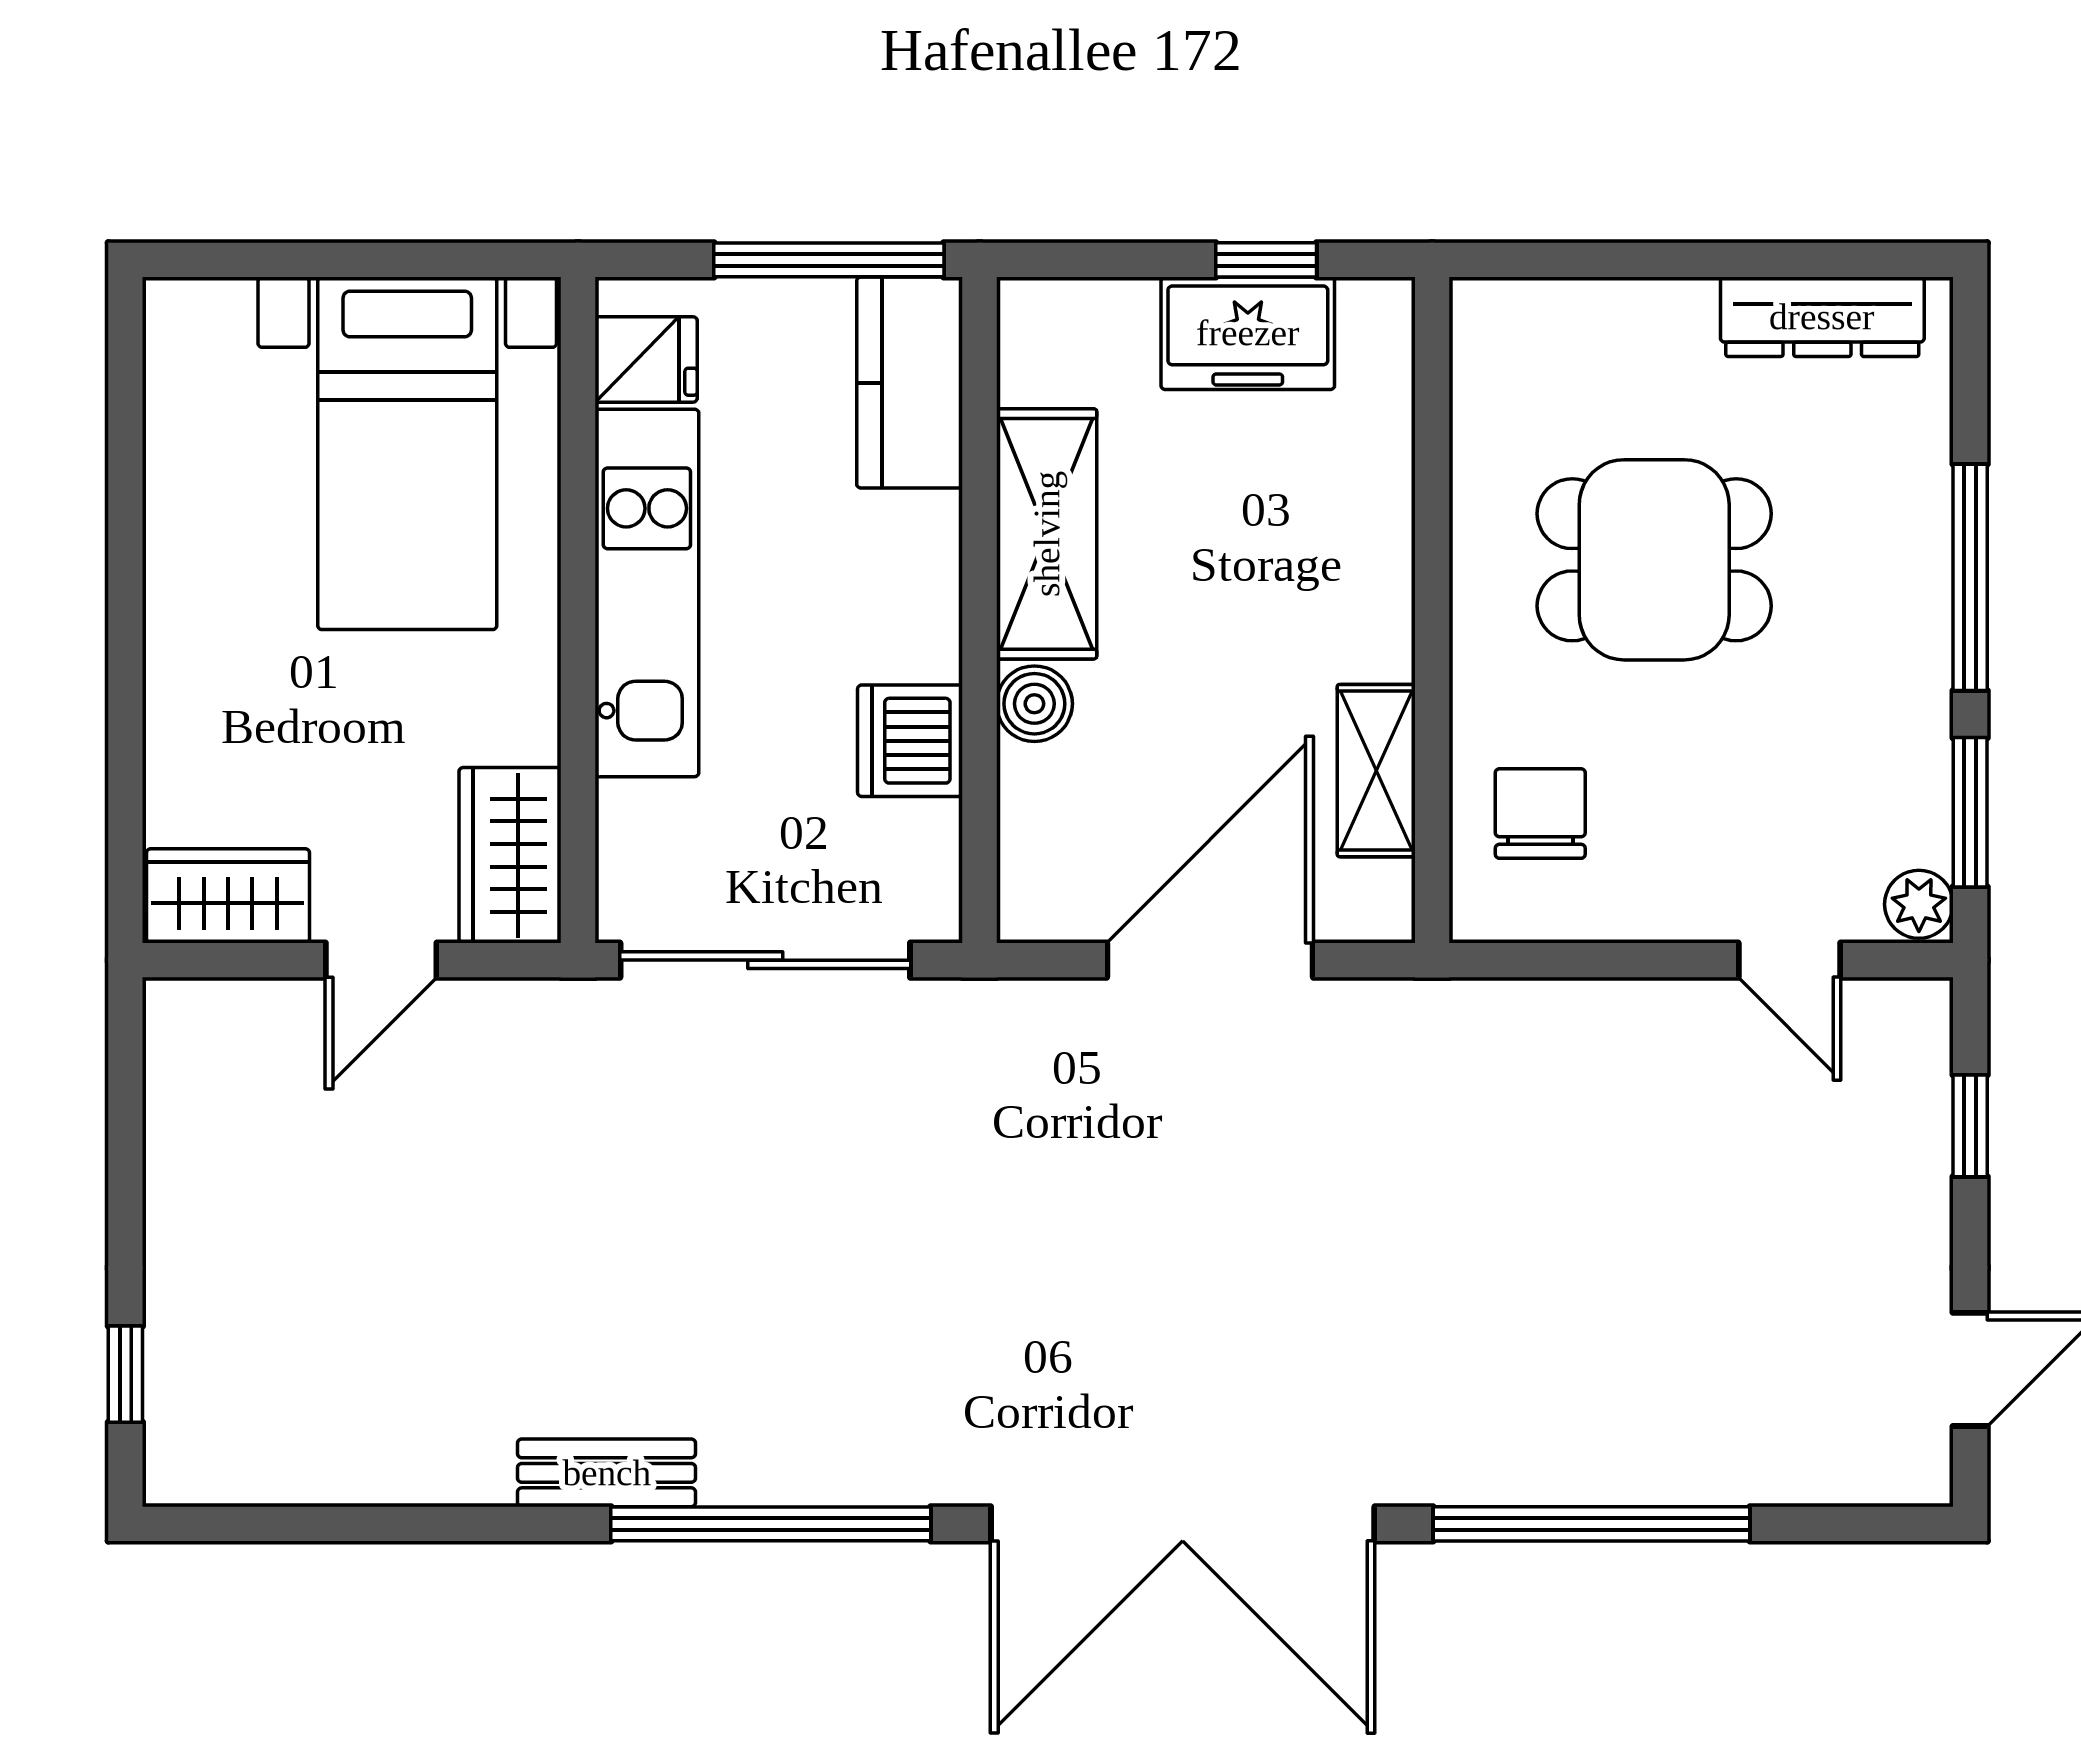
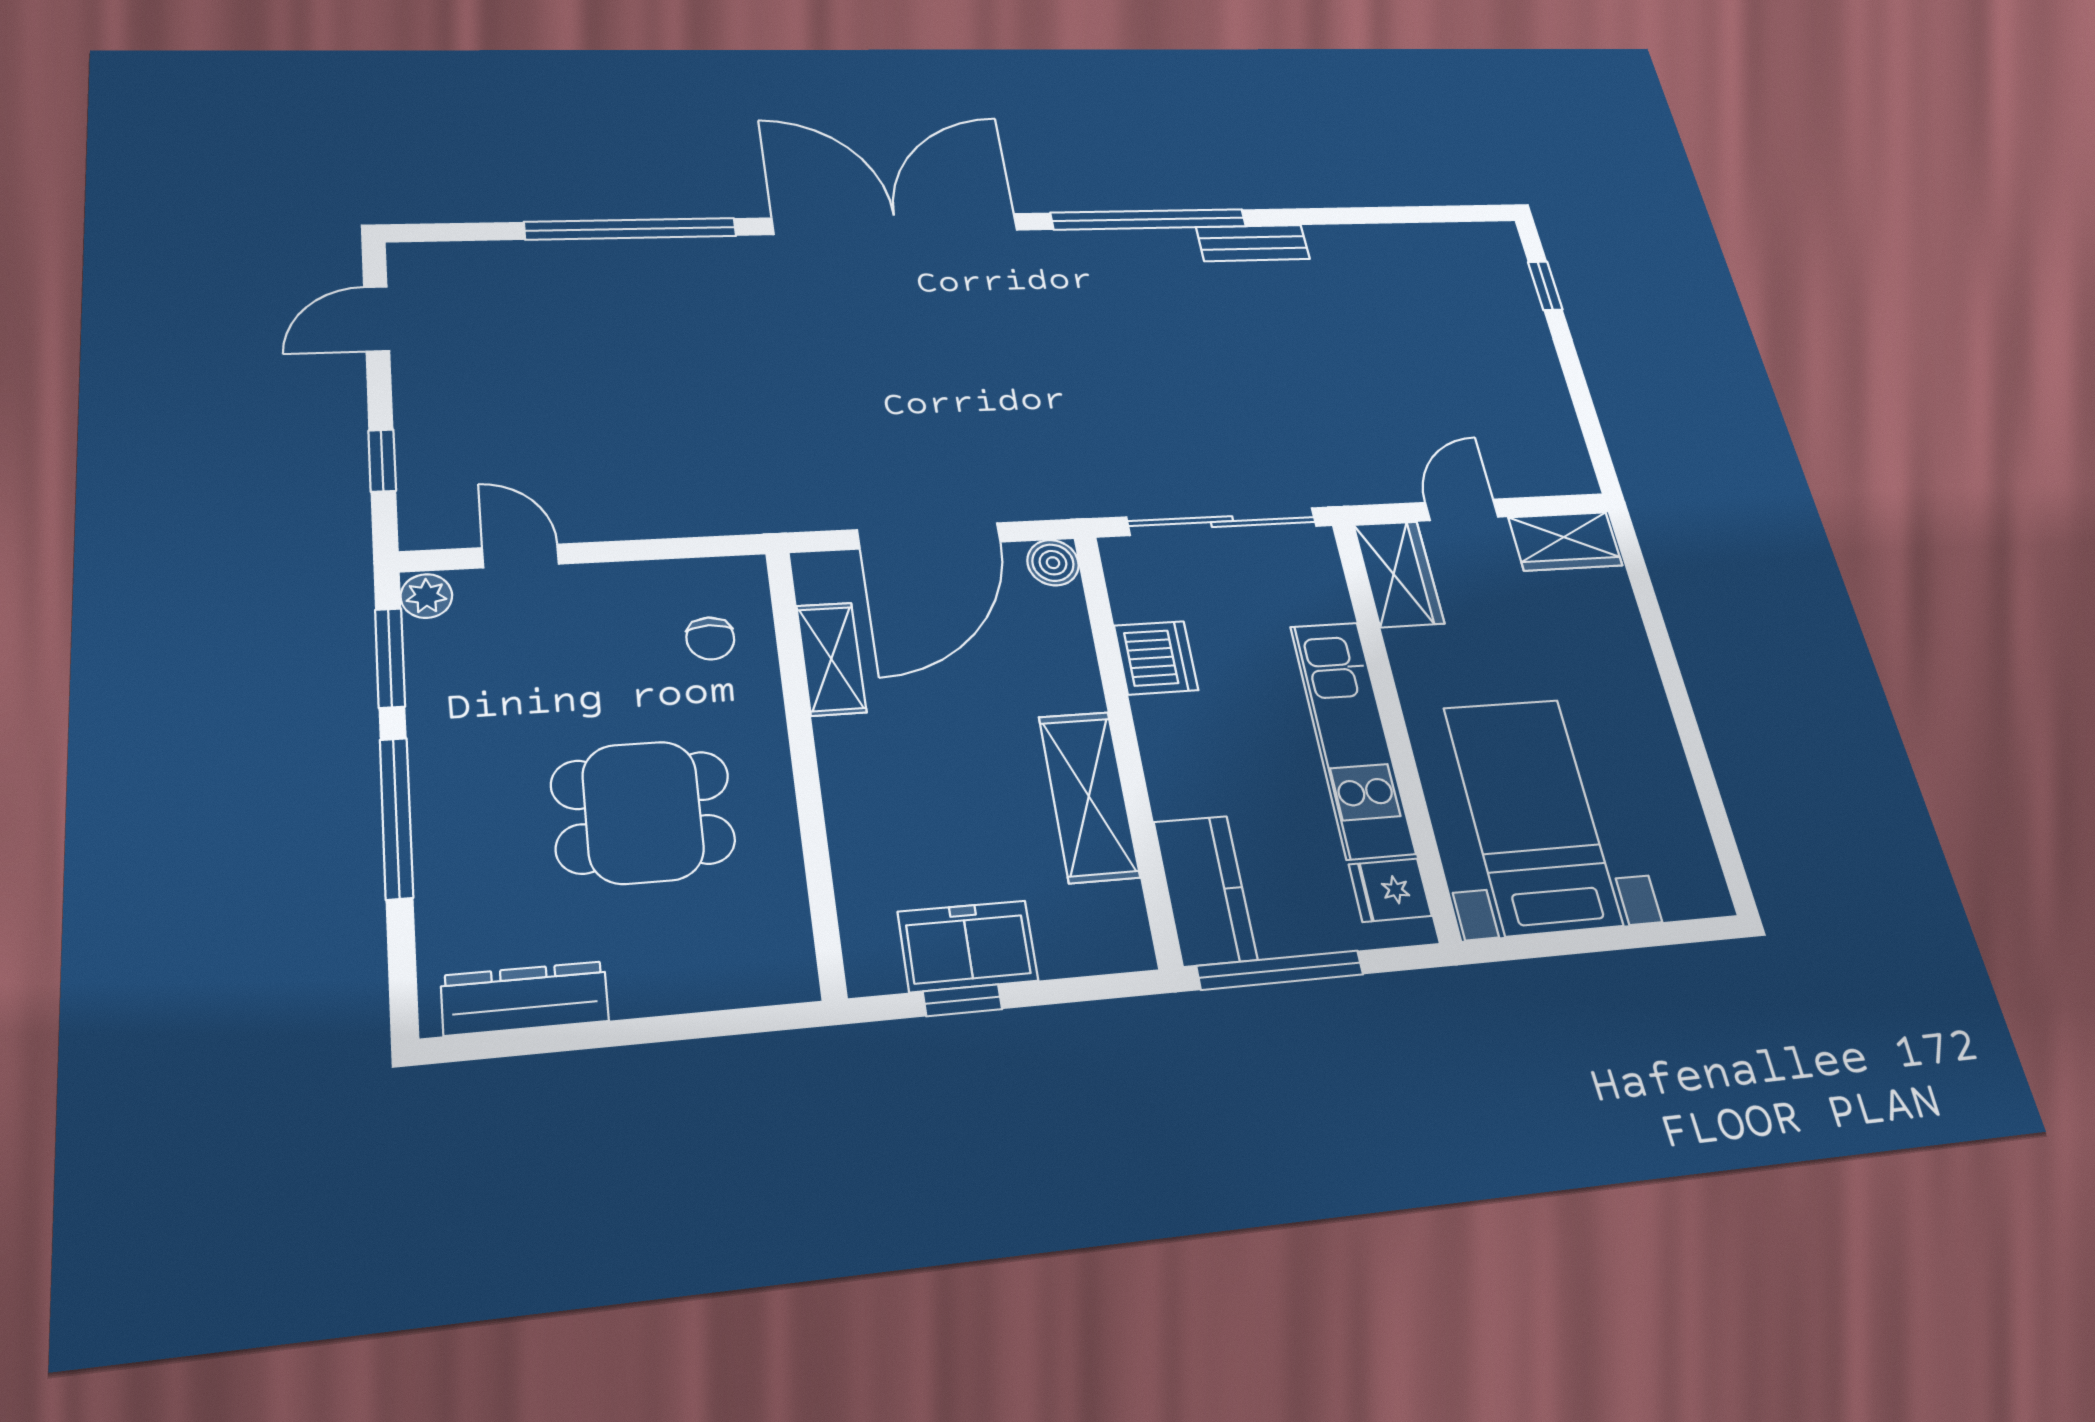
boiler: (1034, 704) -> (1053, 563), moved
chair: (1540, 814) -> (710, 638), width x0.73, depth x0.73

